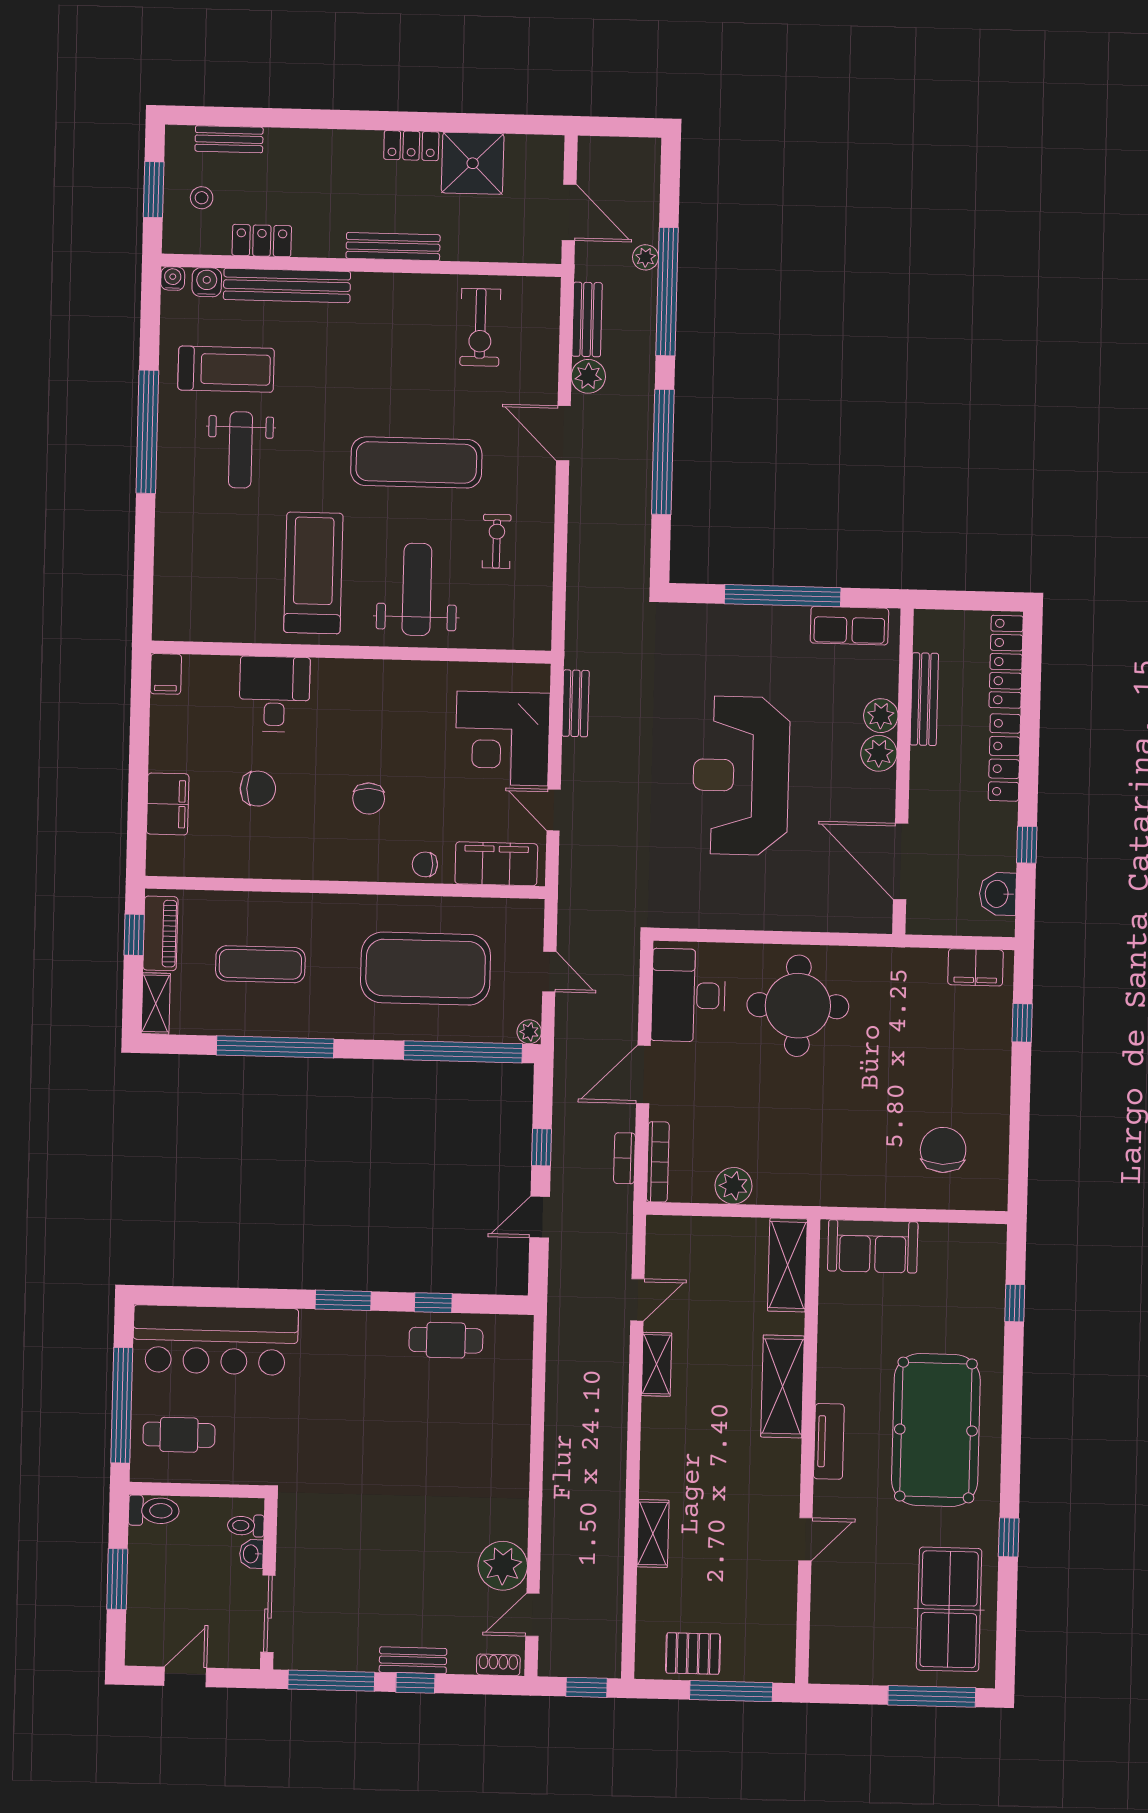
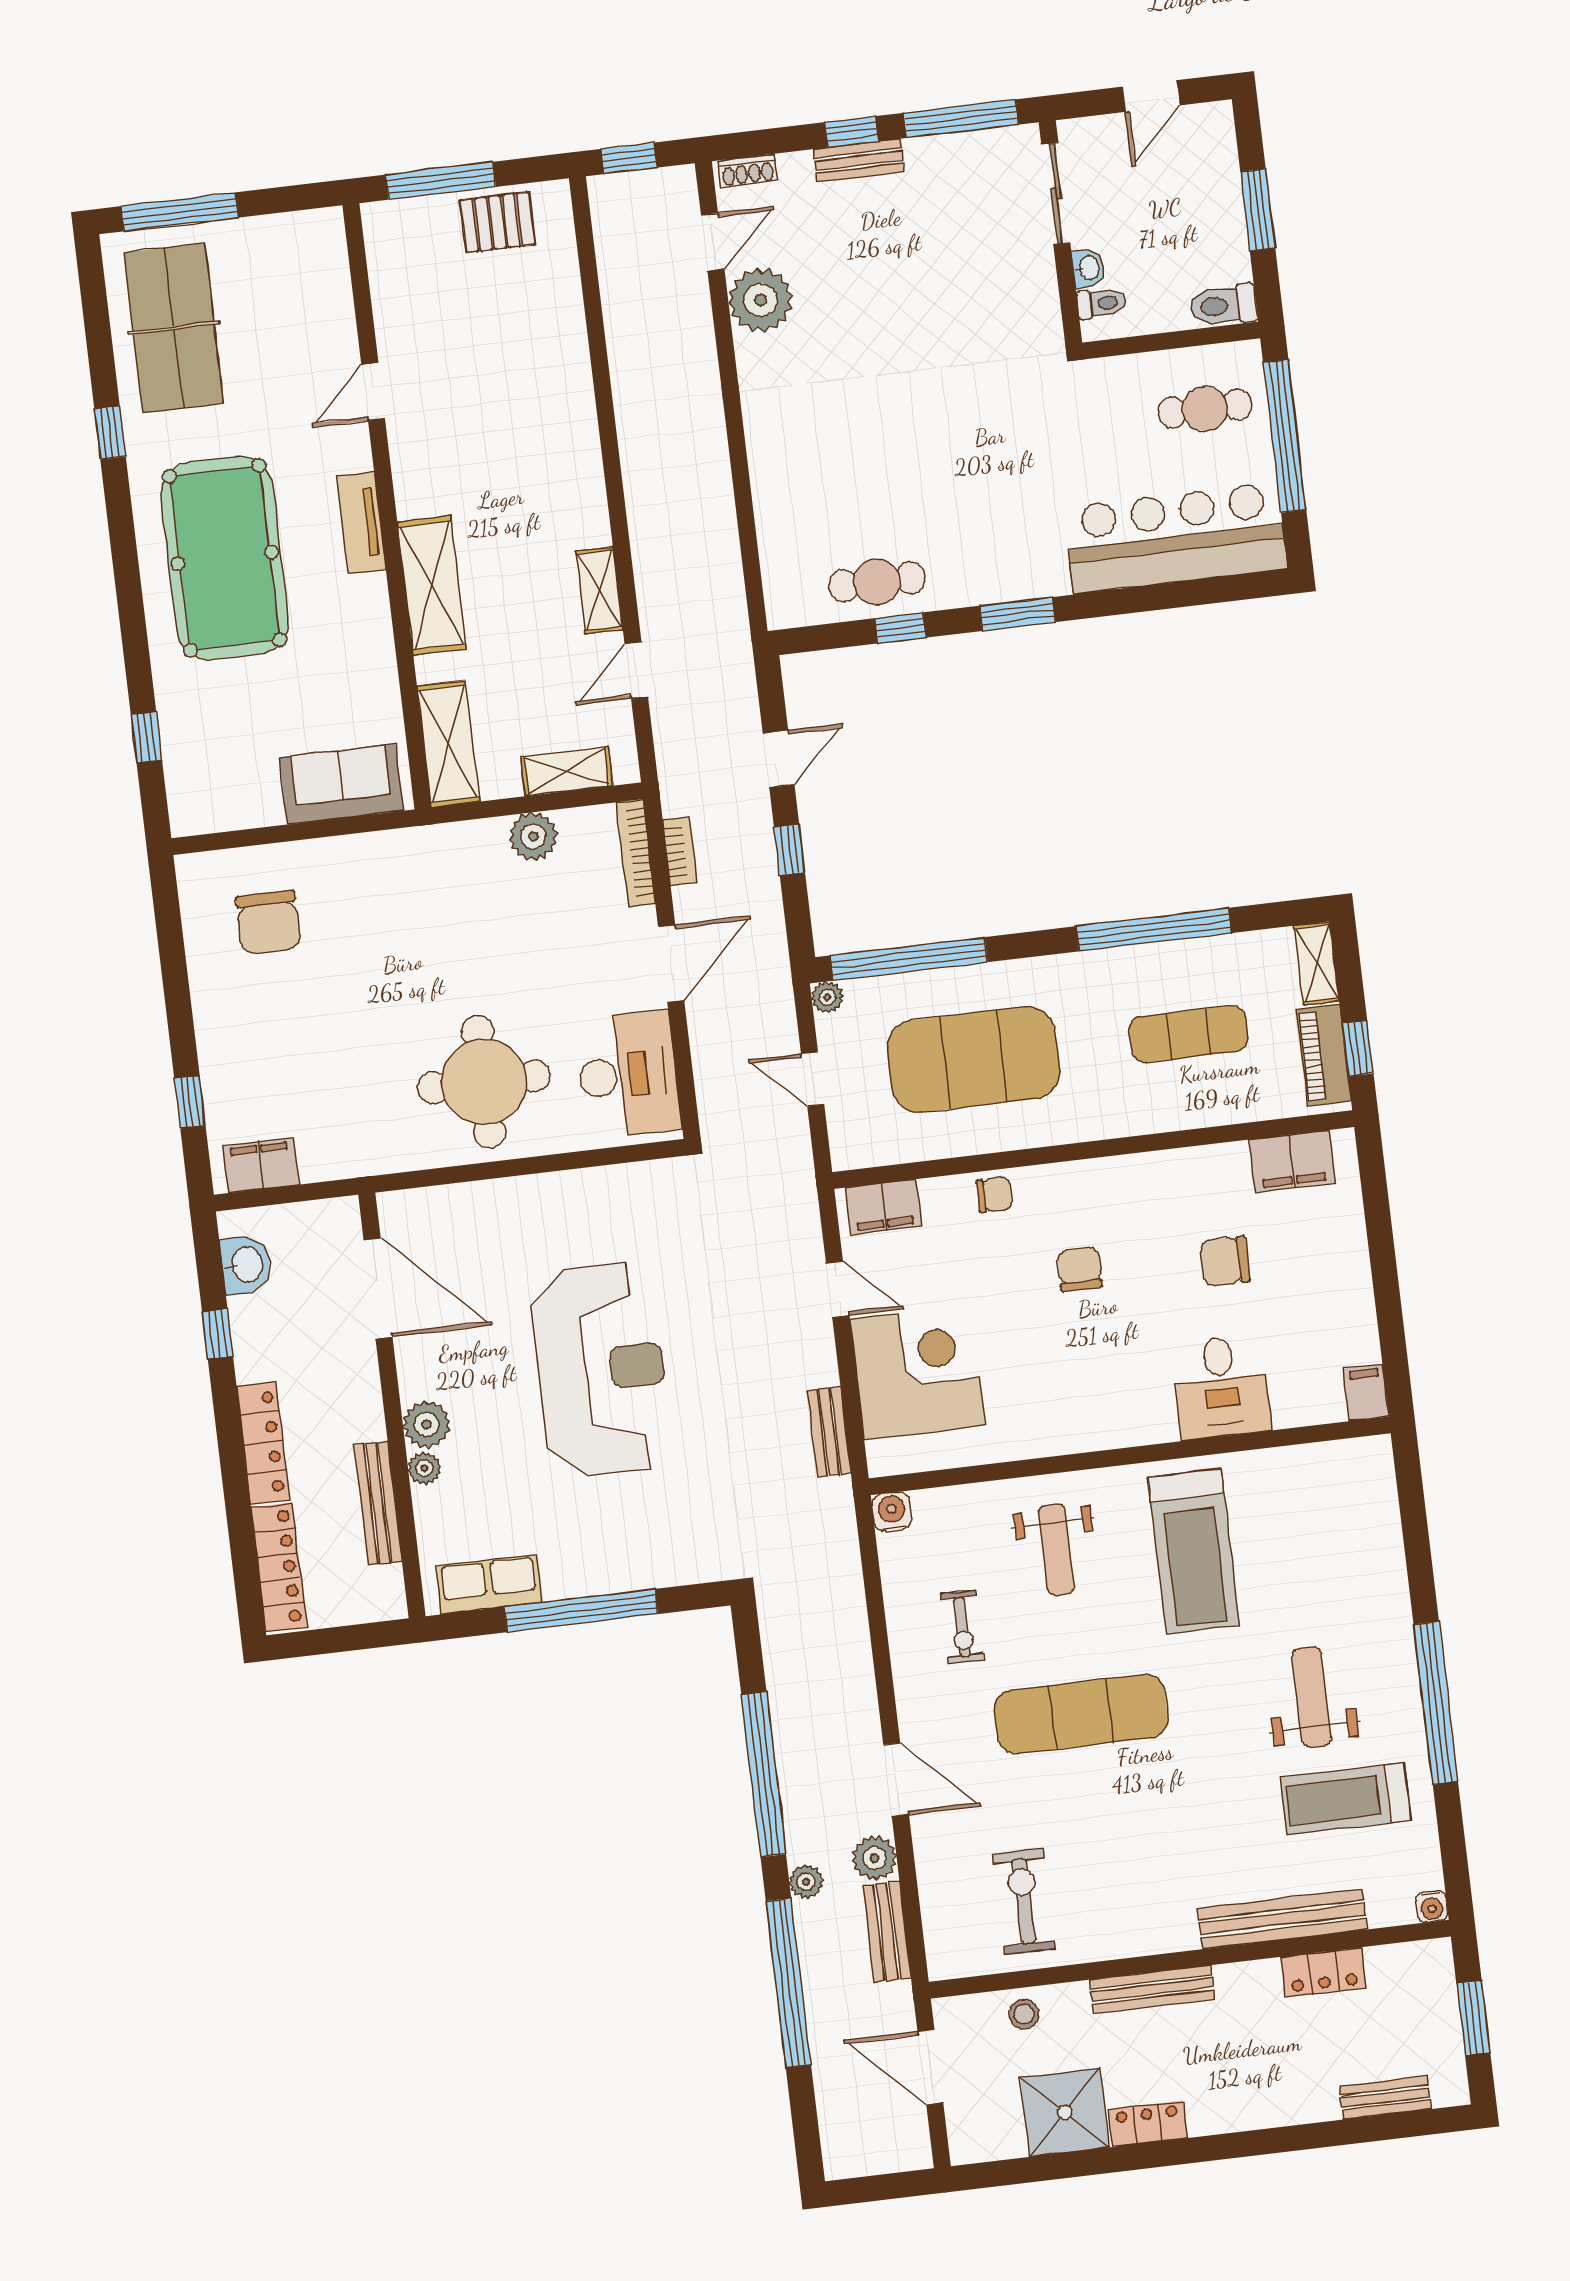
stool: (202, 198) -> (1024, 2014), moved
plant: (645, 257) -> (806, 1882), moved
water cooler: (207, 282) -> (892, 1512), moved, turned 180
weight bench: (417, 589) -> (1056, 1550), width x0.73, depth x0.75
plant: (881, 716) -> (424, 1468), width x0.73, depth x0.73
filing cabinet: (168, 804) -> (1292, 1161), moved, turned -90
filing cabinet: (496, 864) -> (883, 1207), width x0.67, depth x0.86
shelving: (653, 1534) -> (567, 771), moved, turned 90

